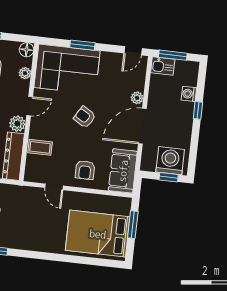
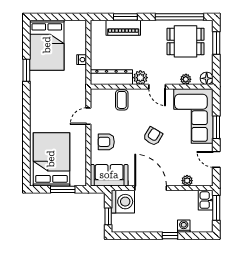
door: (133, 51) -> (216, 159), moved
plant: (137, 98) -> (187, 181), moved
washing machine: (170, 161) -> (123, 202), moved

